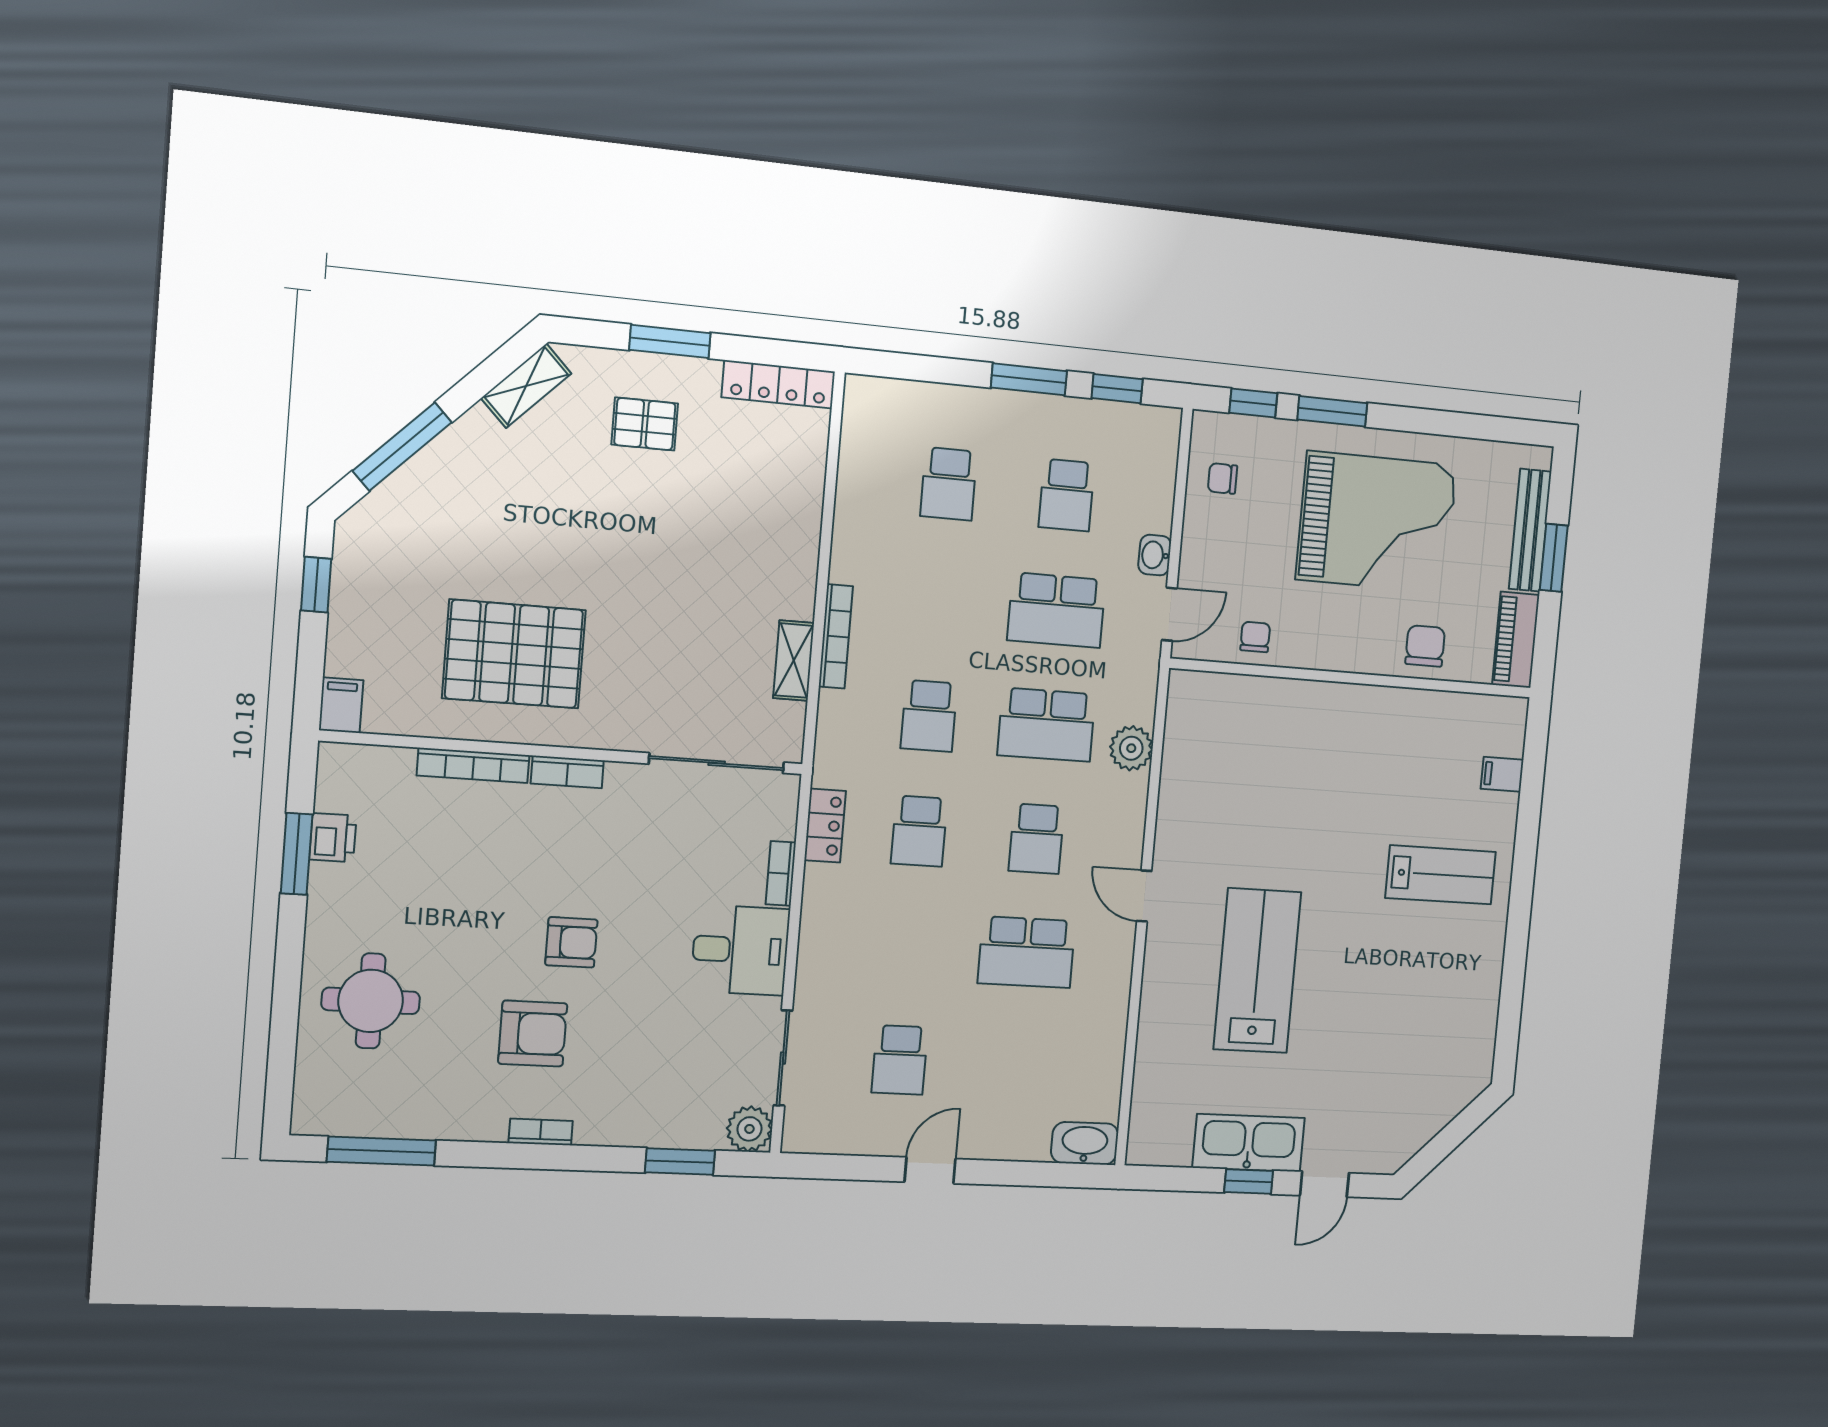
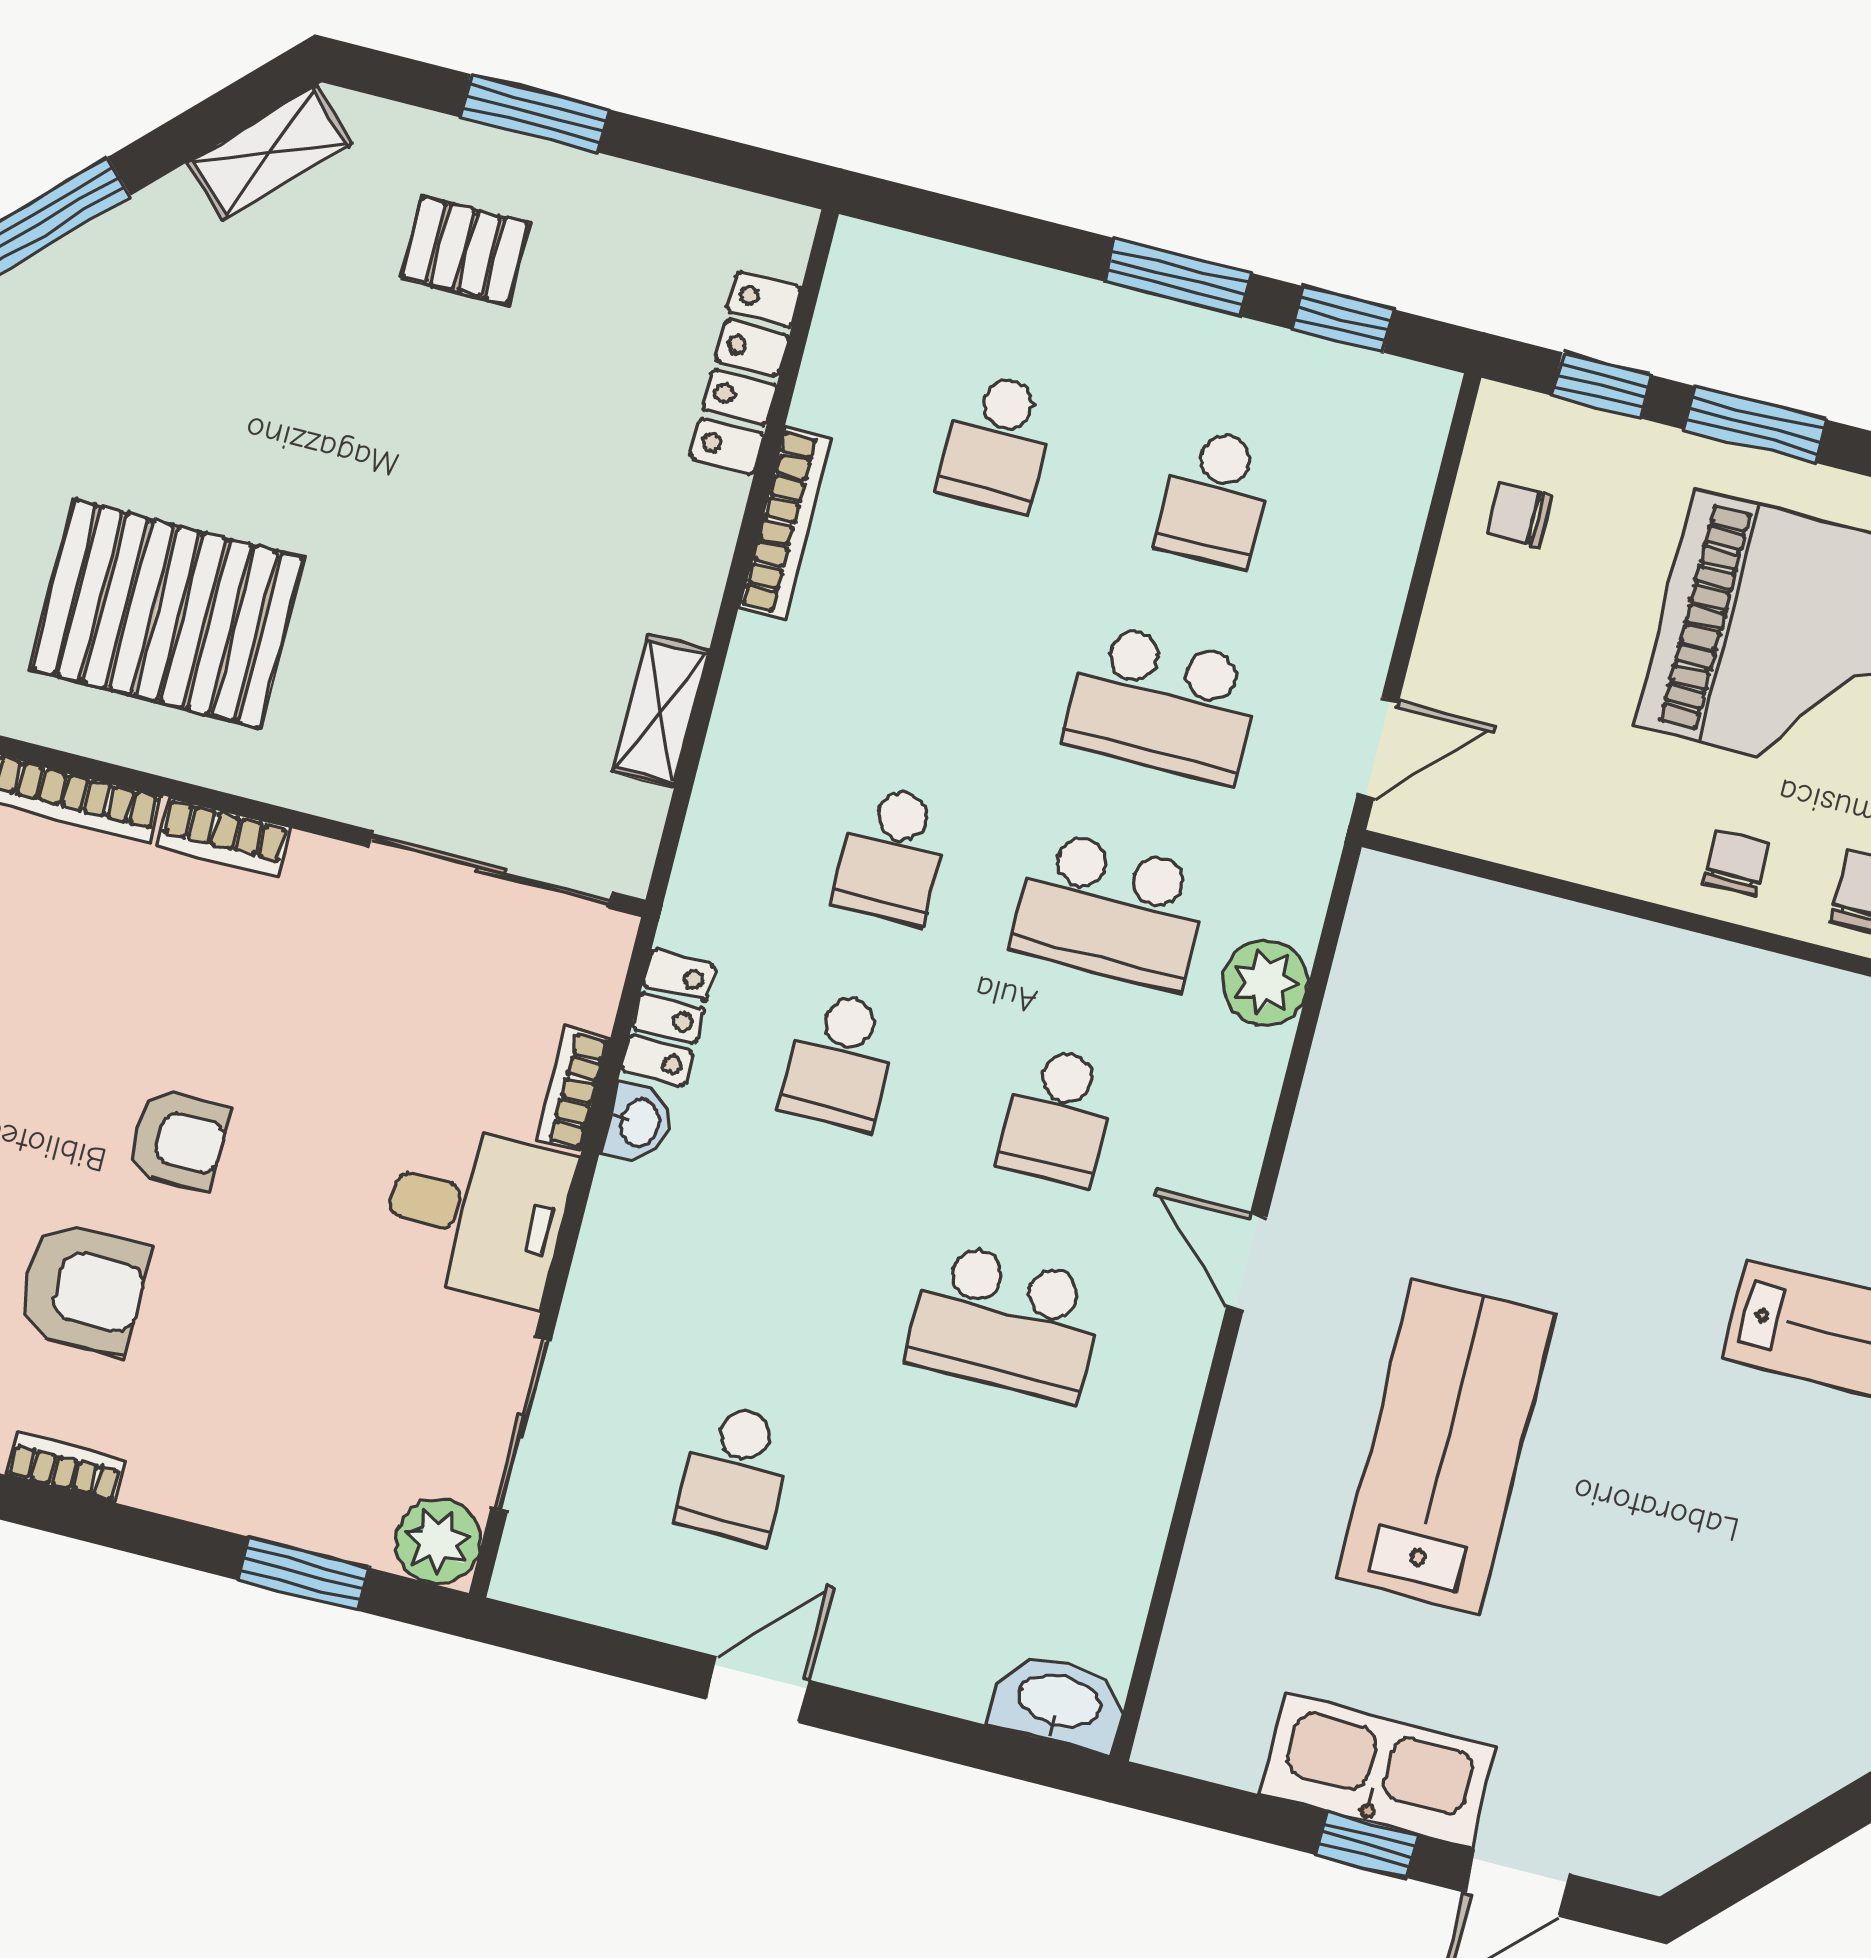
locker: (778, 384) -> (745, 373), moved, turned 90
washbasin: (1155, 555) -> (638, 1123), moved, turned 180
bookcase: (836, 636) -> (785, 523), moved
chair: (1255, 637) -> (1736, 862), moved

